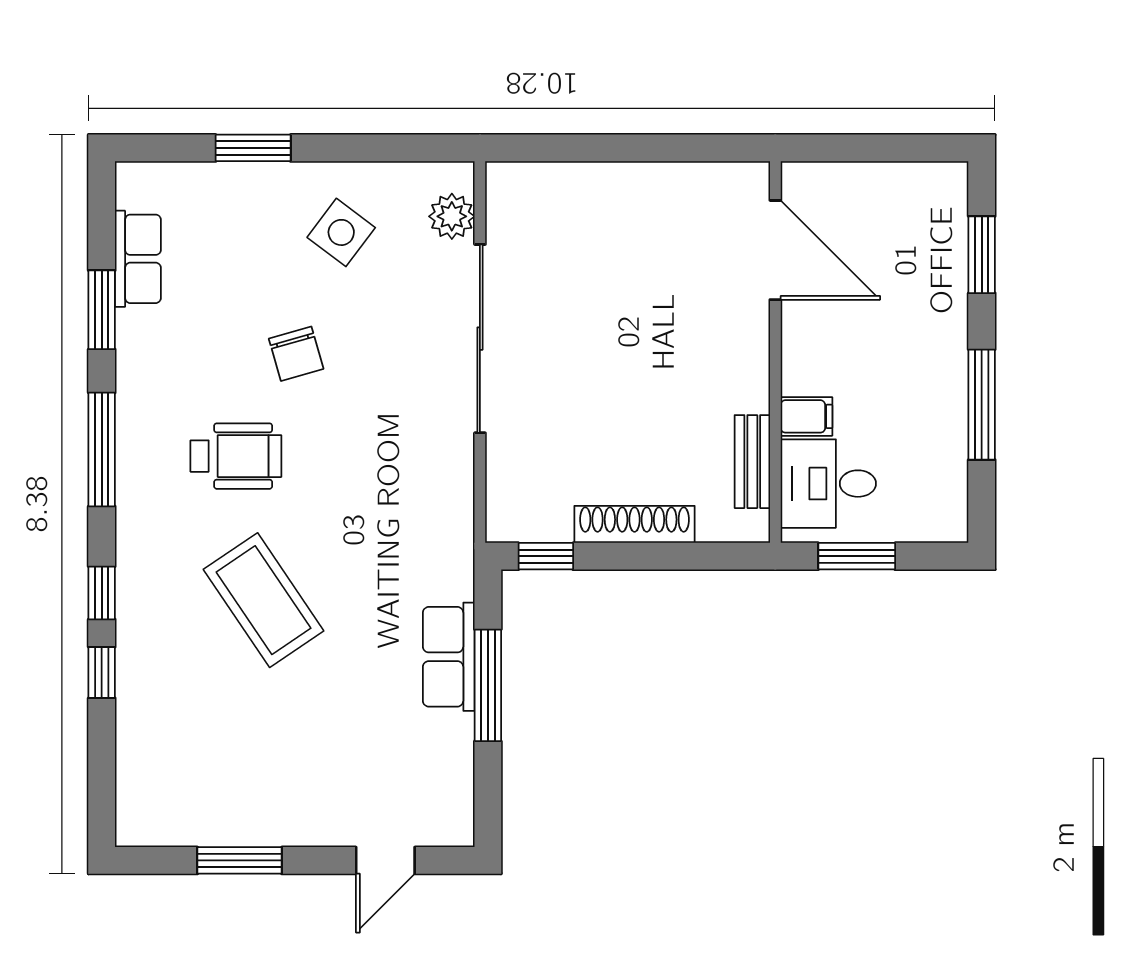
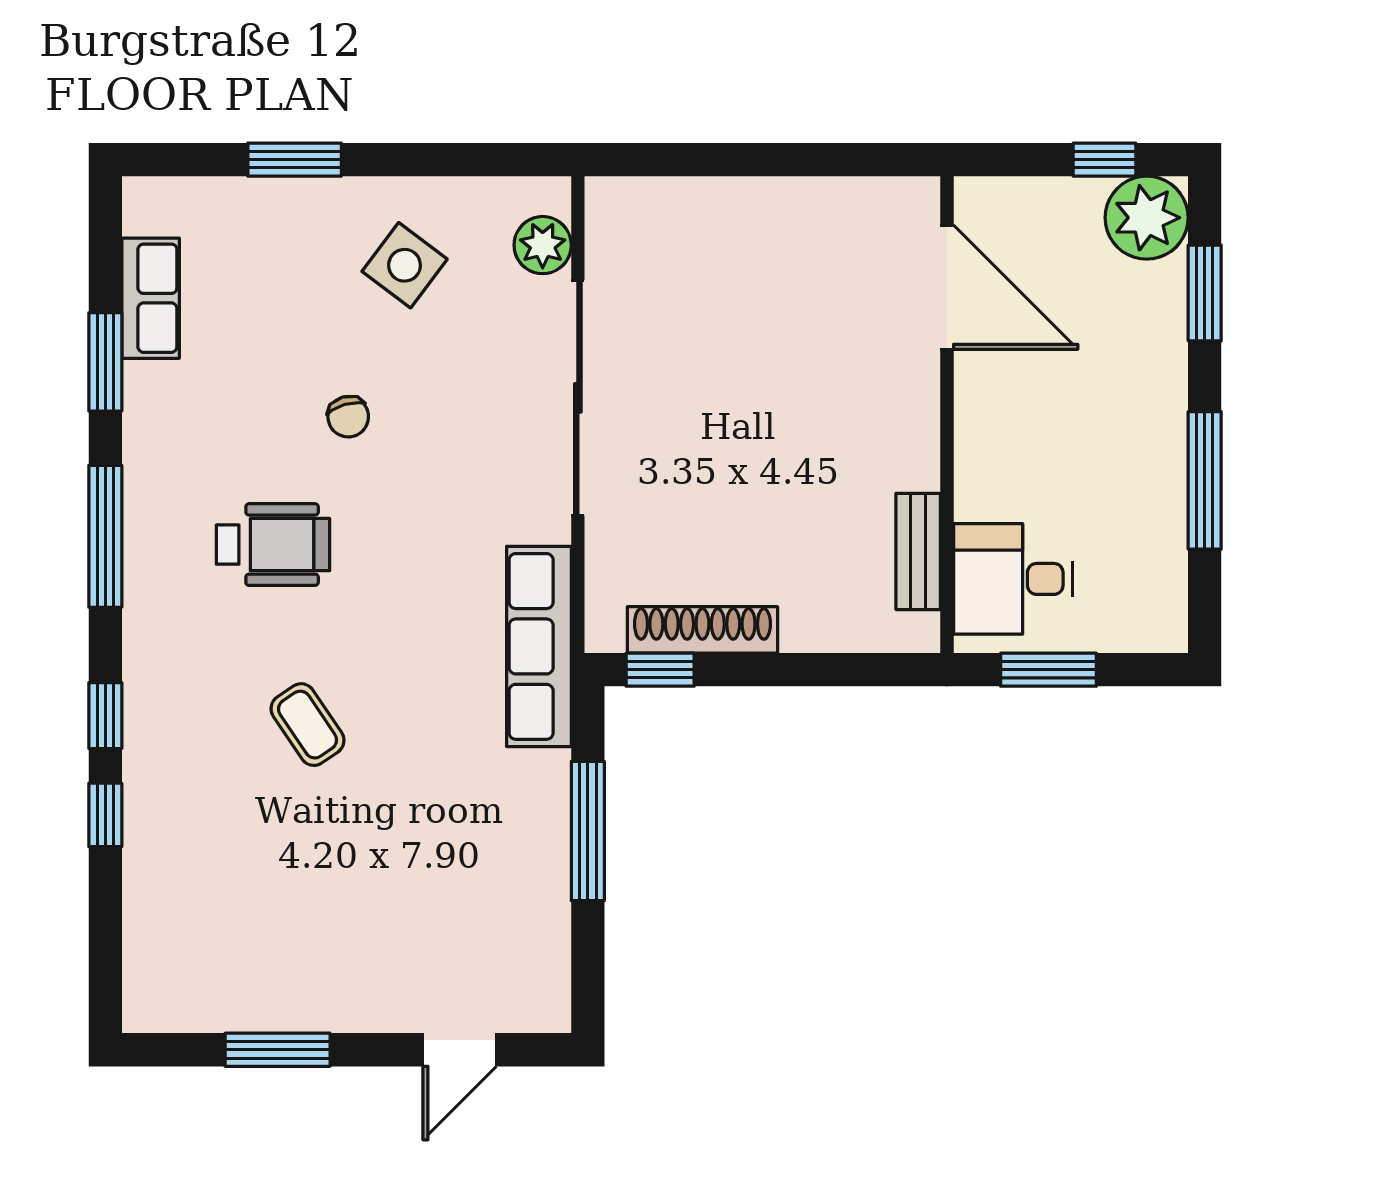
window: (901, 148) -> (1104, 160), added
plant: (935, 194) -> (1147, 218), added
chair: (296, 354) -> (348, 417), width x0.73, depth x0.73
filing cabinet: (806, 416) -> (986, 495), removed
shoe rack: (634, 524) -> (702, 630), moved
coffee table: (264, 600) -> (308, 725), width x0.54, depth x0.58
row of seats: (449, 657) -> (539, 646), moved, width x1.48

